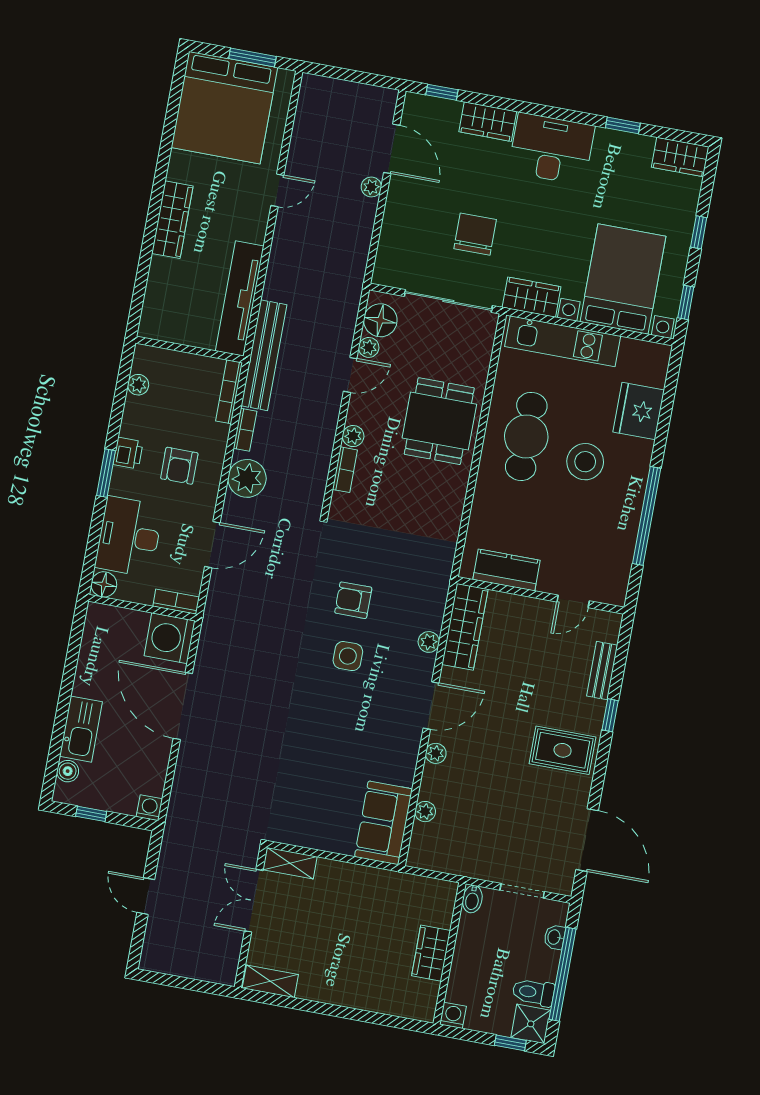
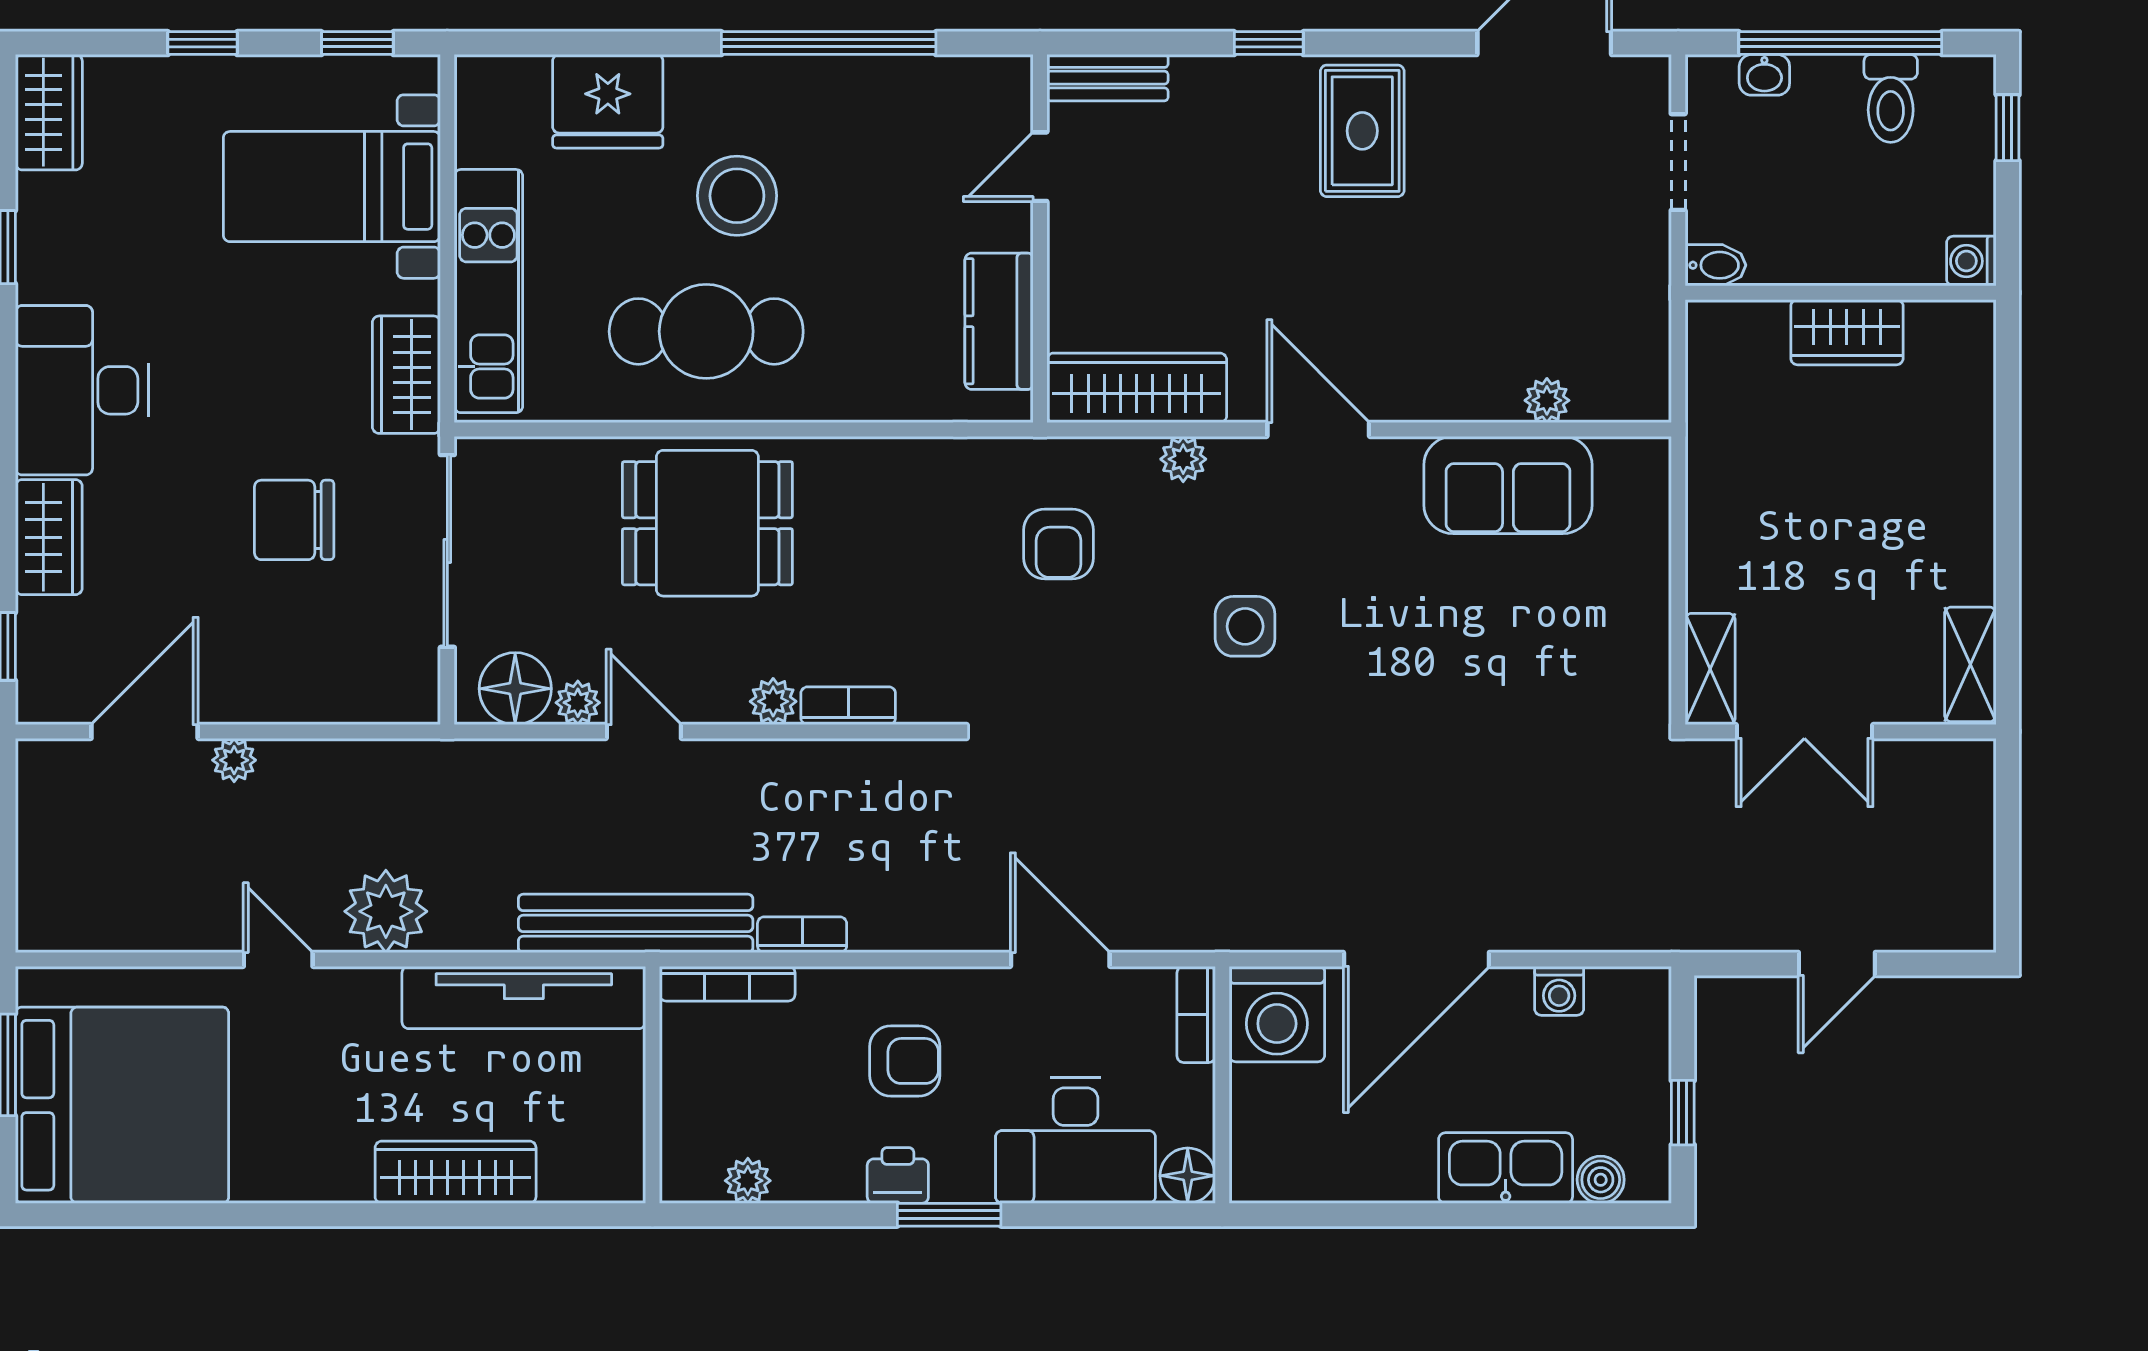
wardrobe: (172, 220) -> (456, 1172), moved
bed with nightstands: (623, 279) -> (332, 187), width x0.73
plant: (247, 478) -> (386, 911), moved
armchair: (353, 600) -> (1058, 544), moved
door: (573, 601) -> (1040, 167), swing flipped
bench: (602, 671) -> (1107, 78), moved
plant: (436, 753) -> (1418, 400), removed
washing machine: (149, 808) -> (1559, 991), moved, turned -90
sofa: (383, 823) -> (1508, 485), moved
shower: (531, 1024) -> (1959, 92), removed

